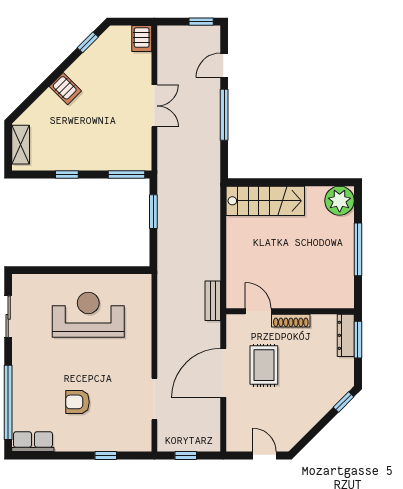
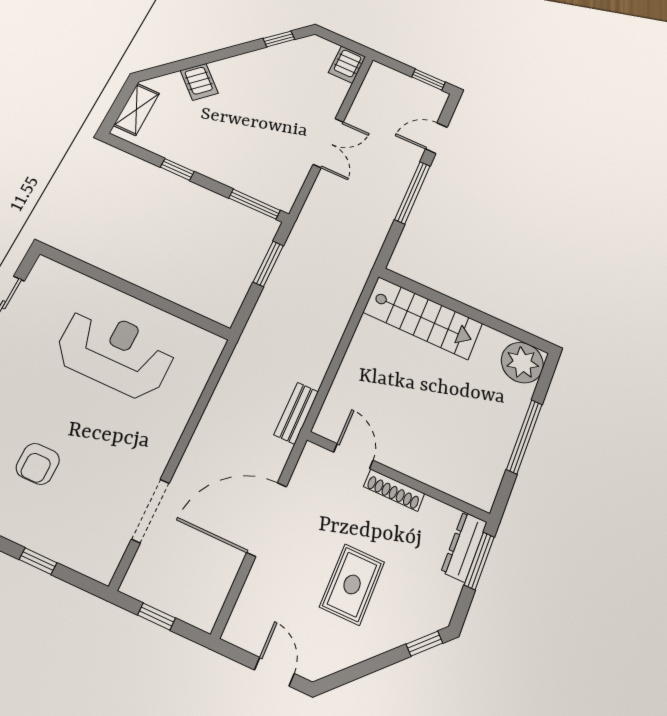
server rack: (65, 89) -> (199, 82), moved
rug: (264, 365) -> (352, 584), moved
armchair: (78, 402) -> (38, 464), turned -90

